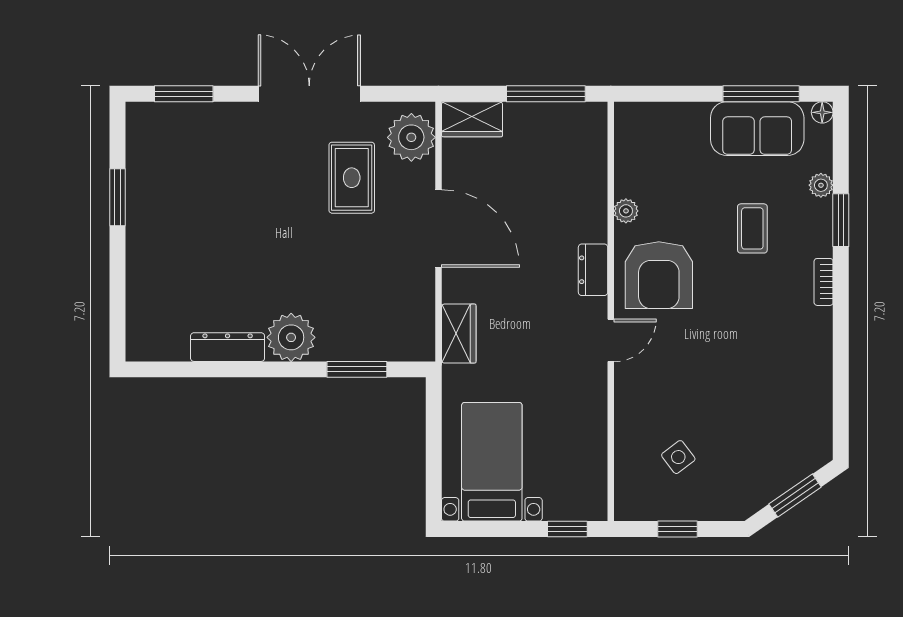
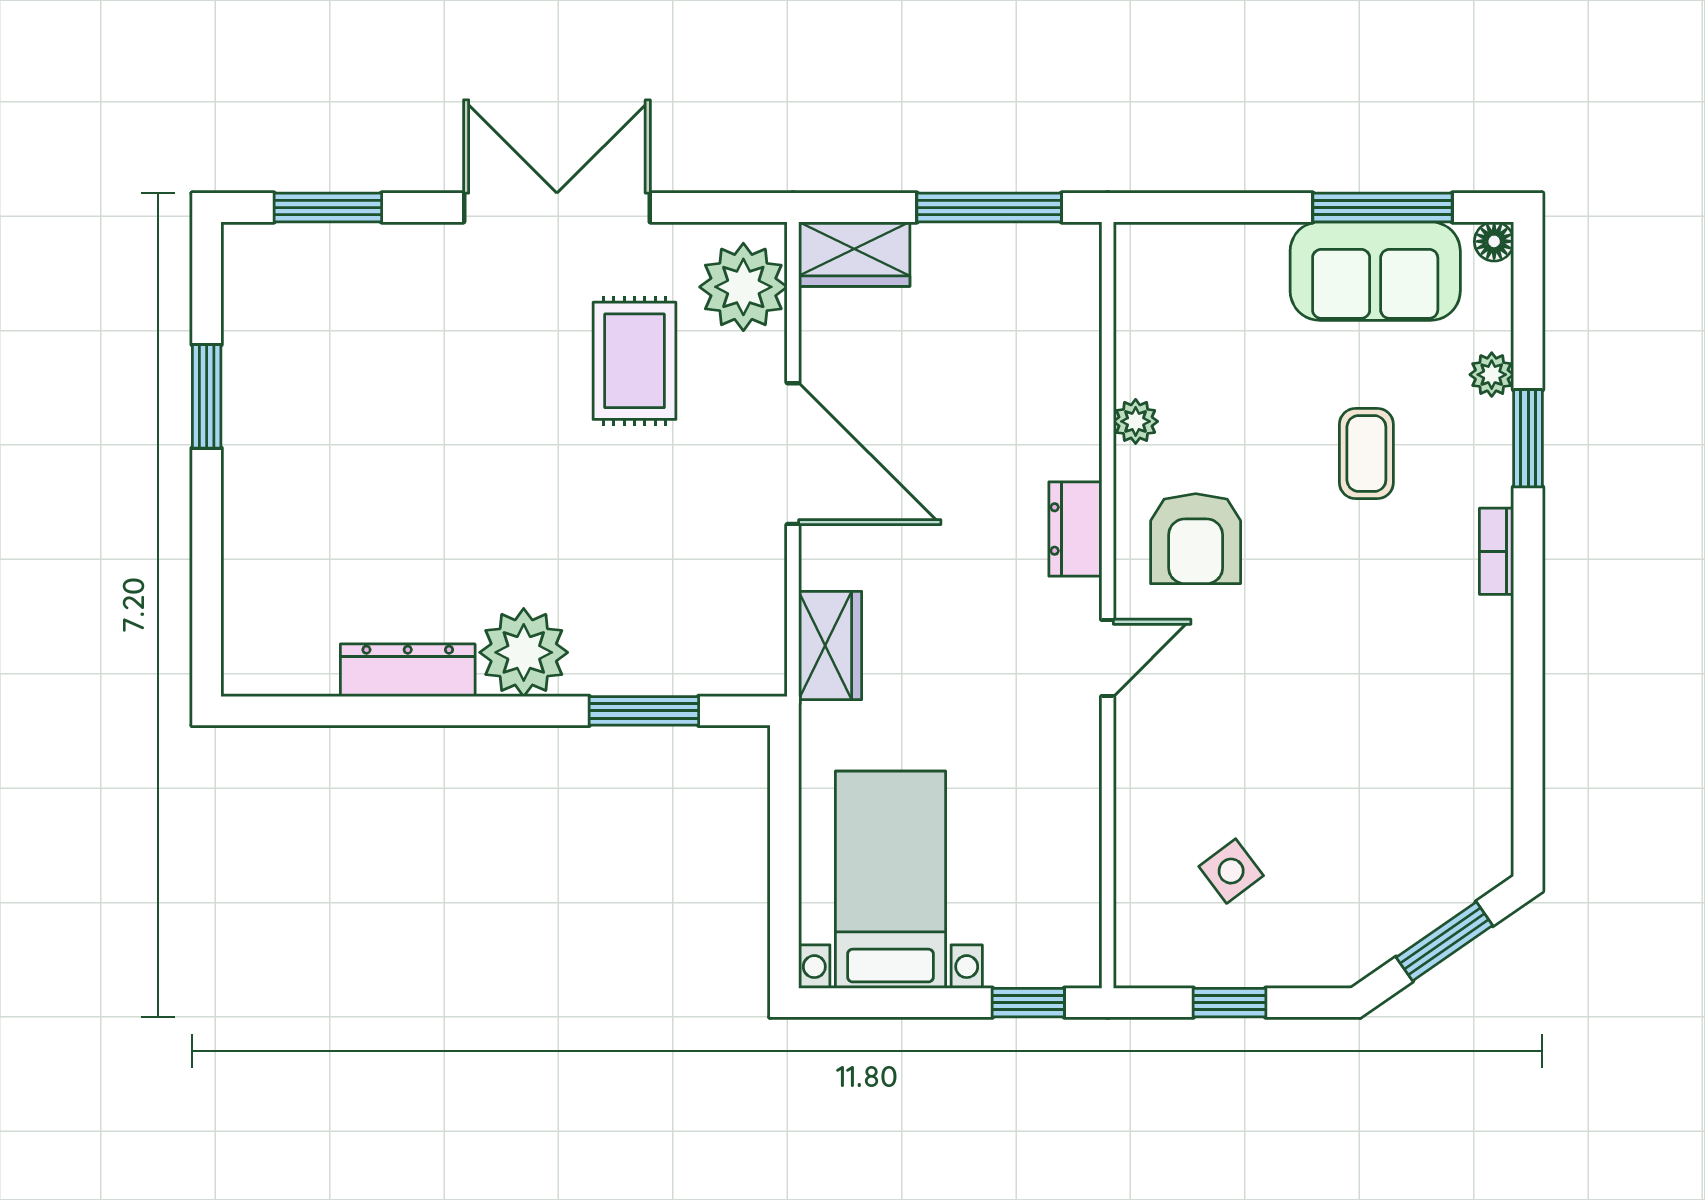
armchair: (659, 275) -> (1196, 539), width x0.73, depth x0.73

